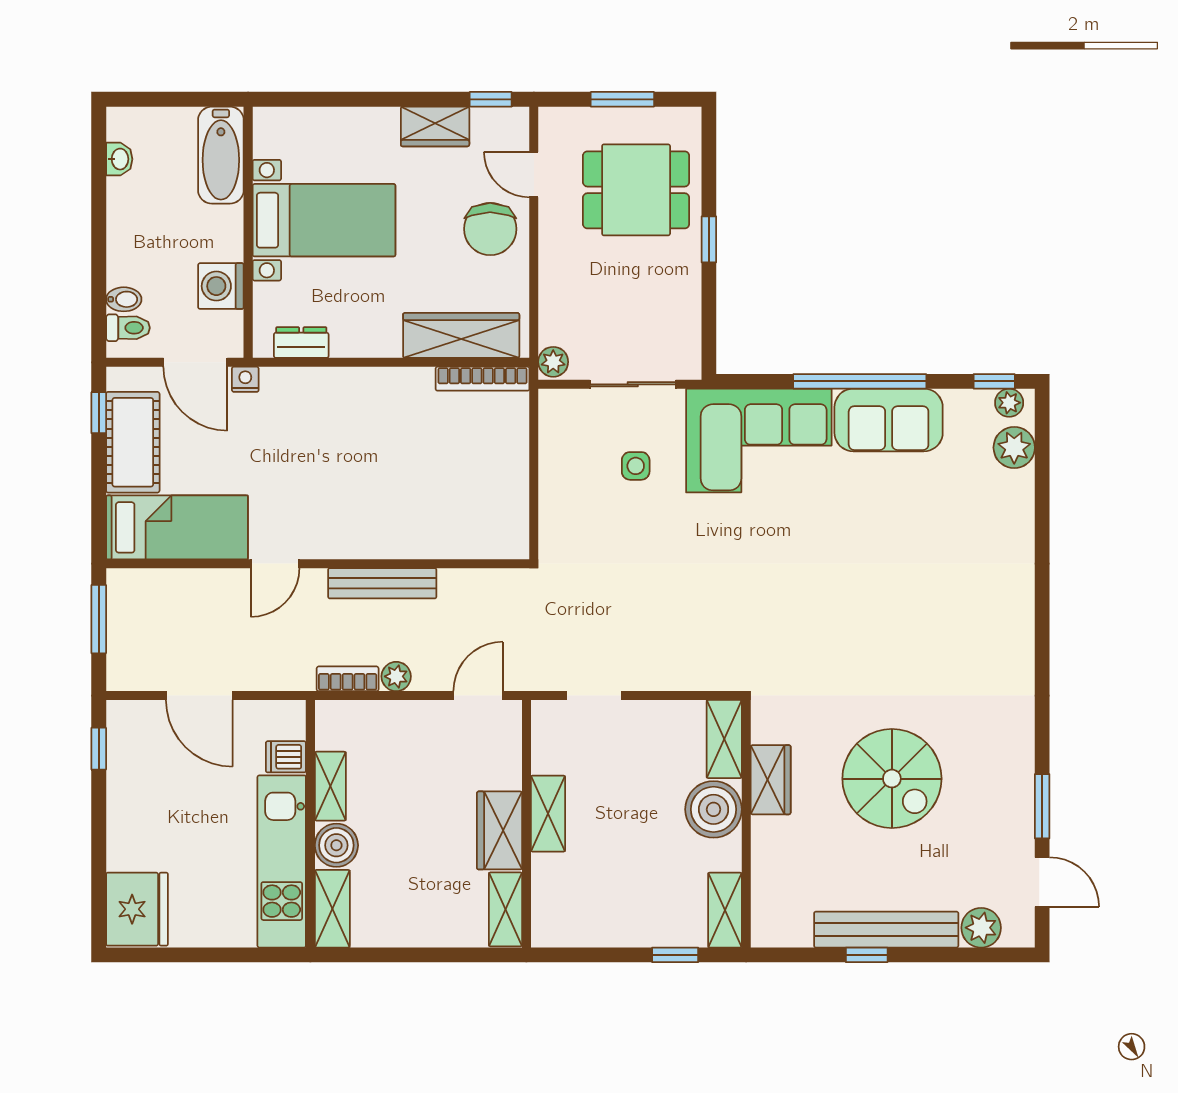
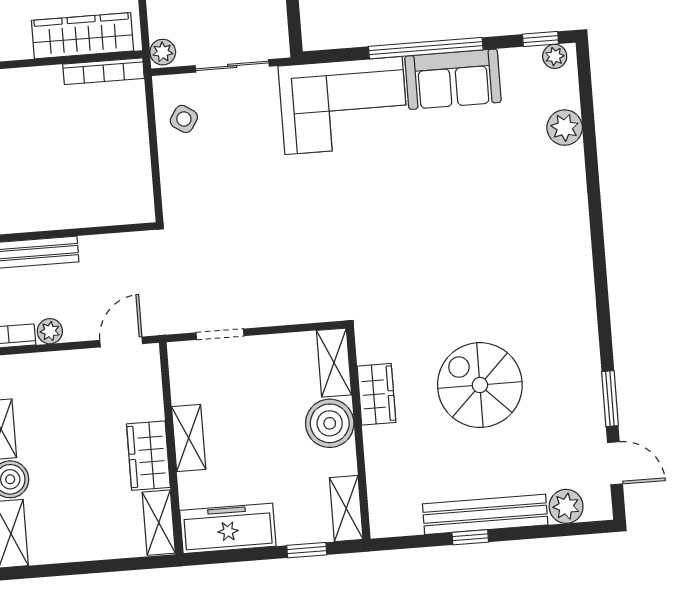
plant: (1014, 448) -> (565, 128), moved
side table: (636, 466) -> (184, 119), moved, turned 33
spiral stairs: (892, 779) -> (480, 385), turned 180
freezer: (585, 922) -> (228, 528), added

